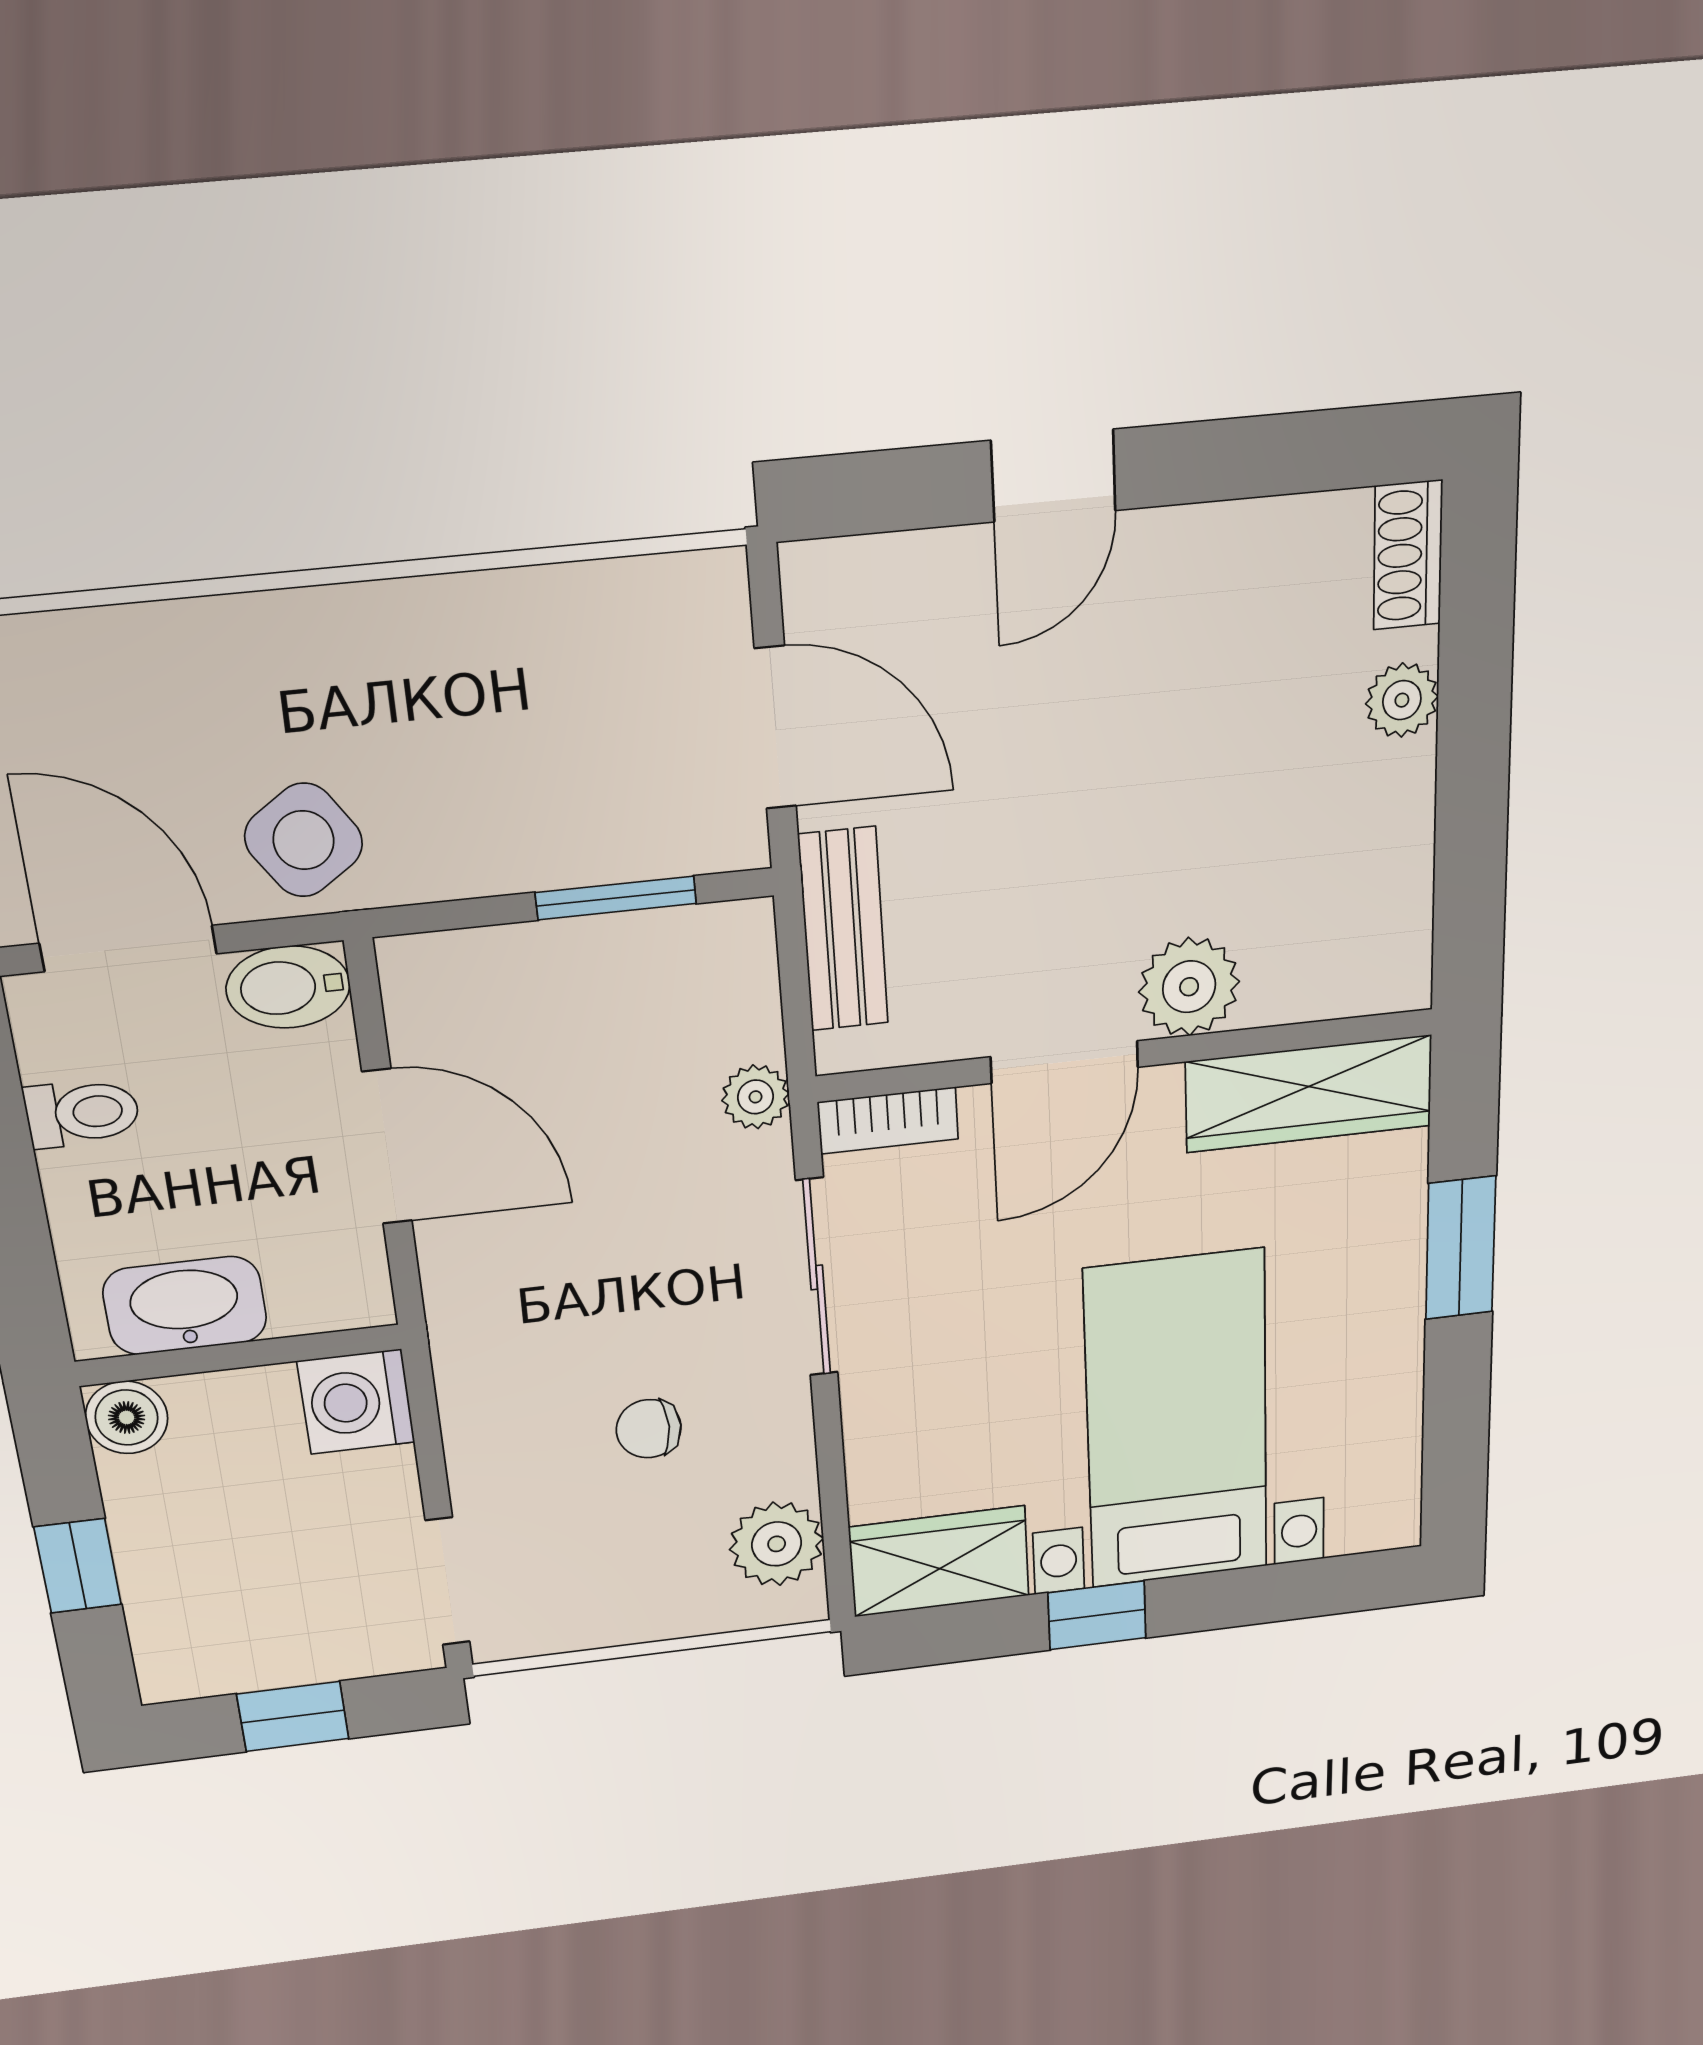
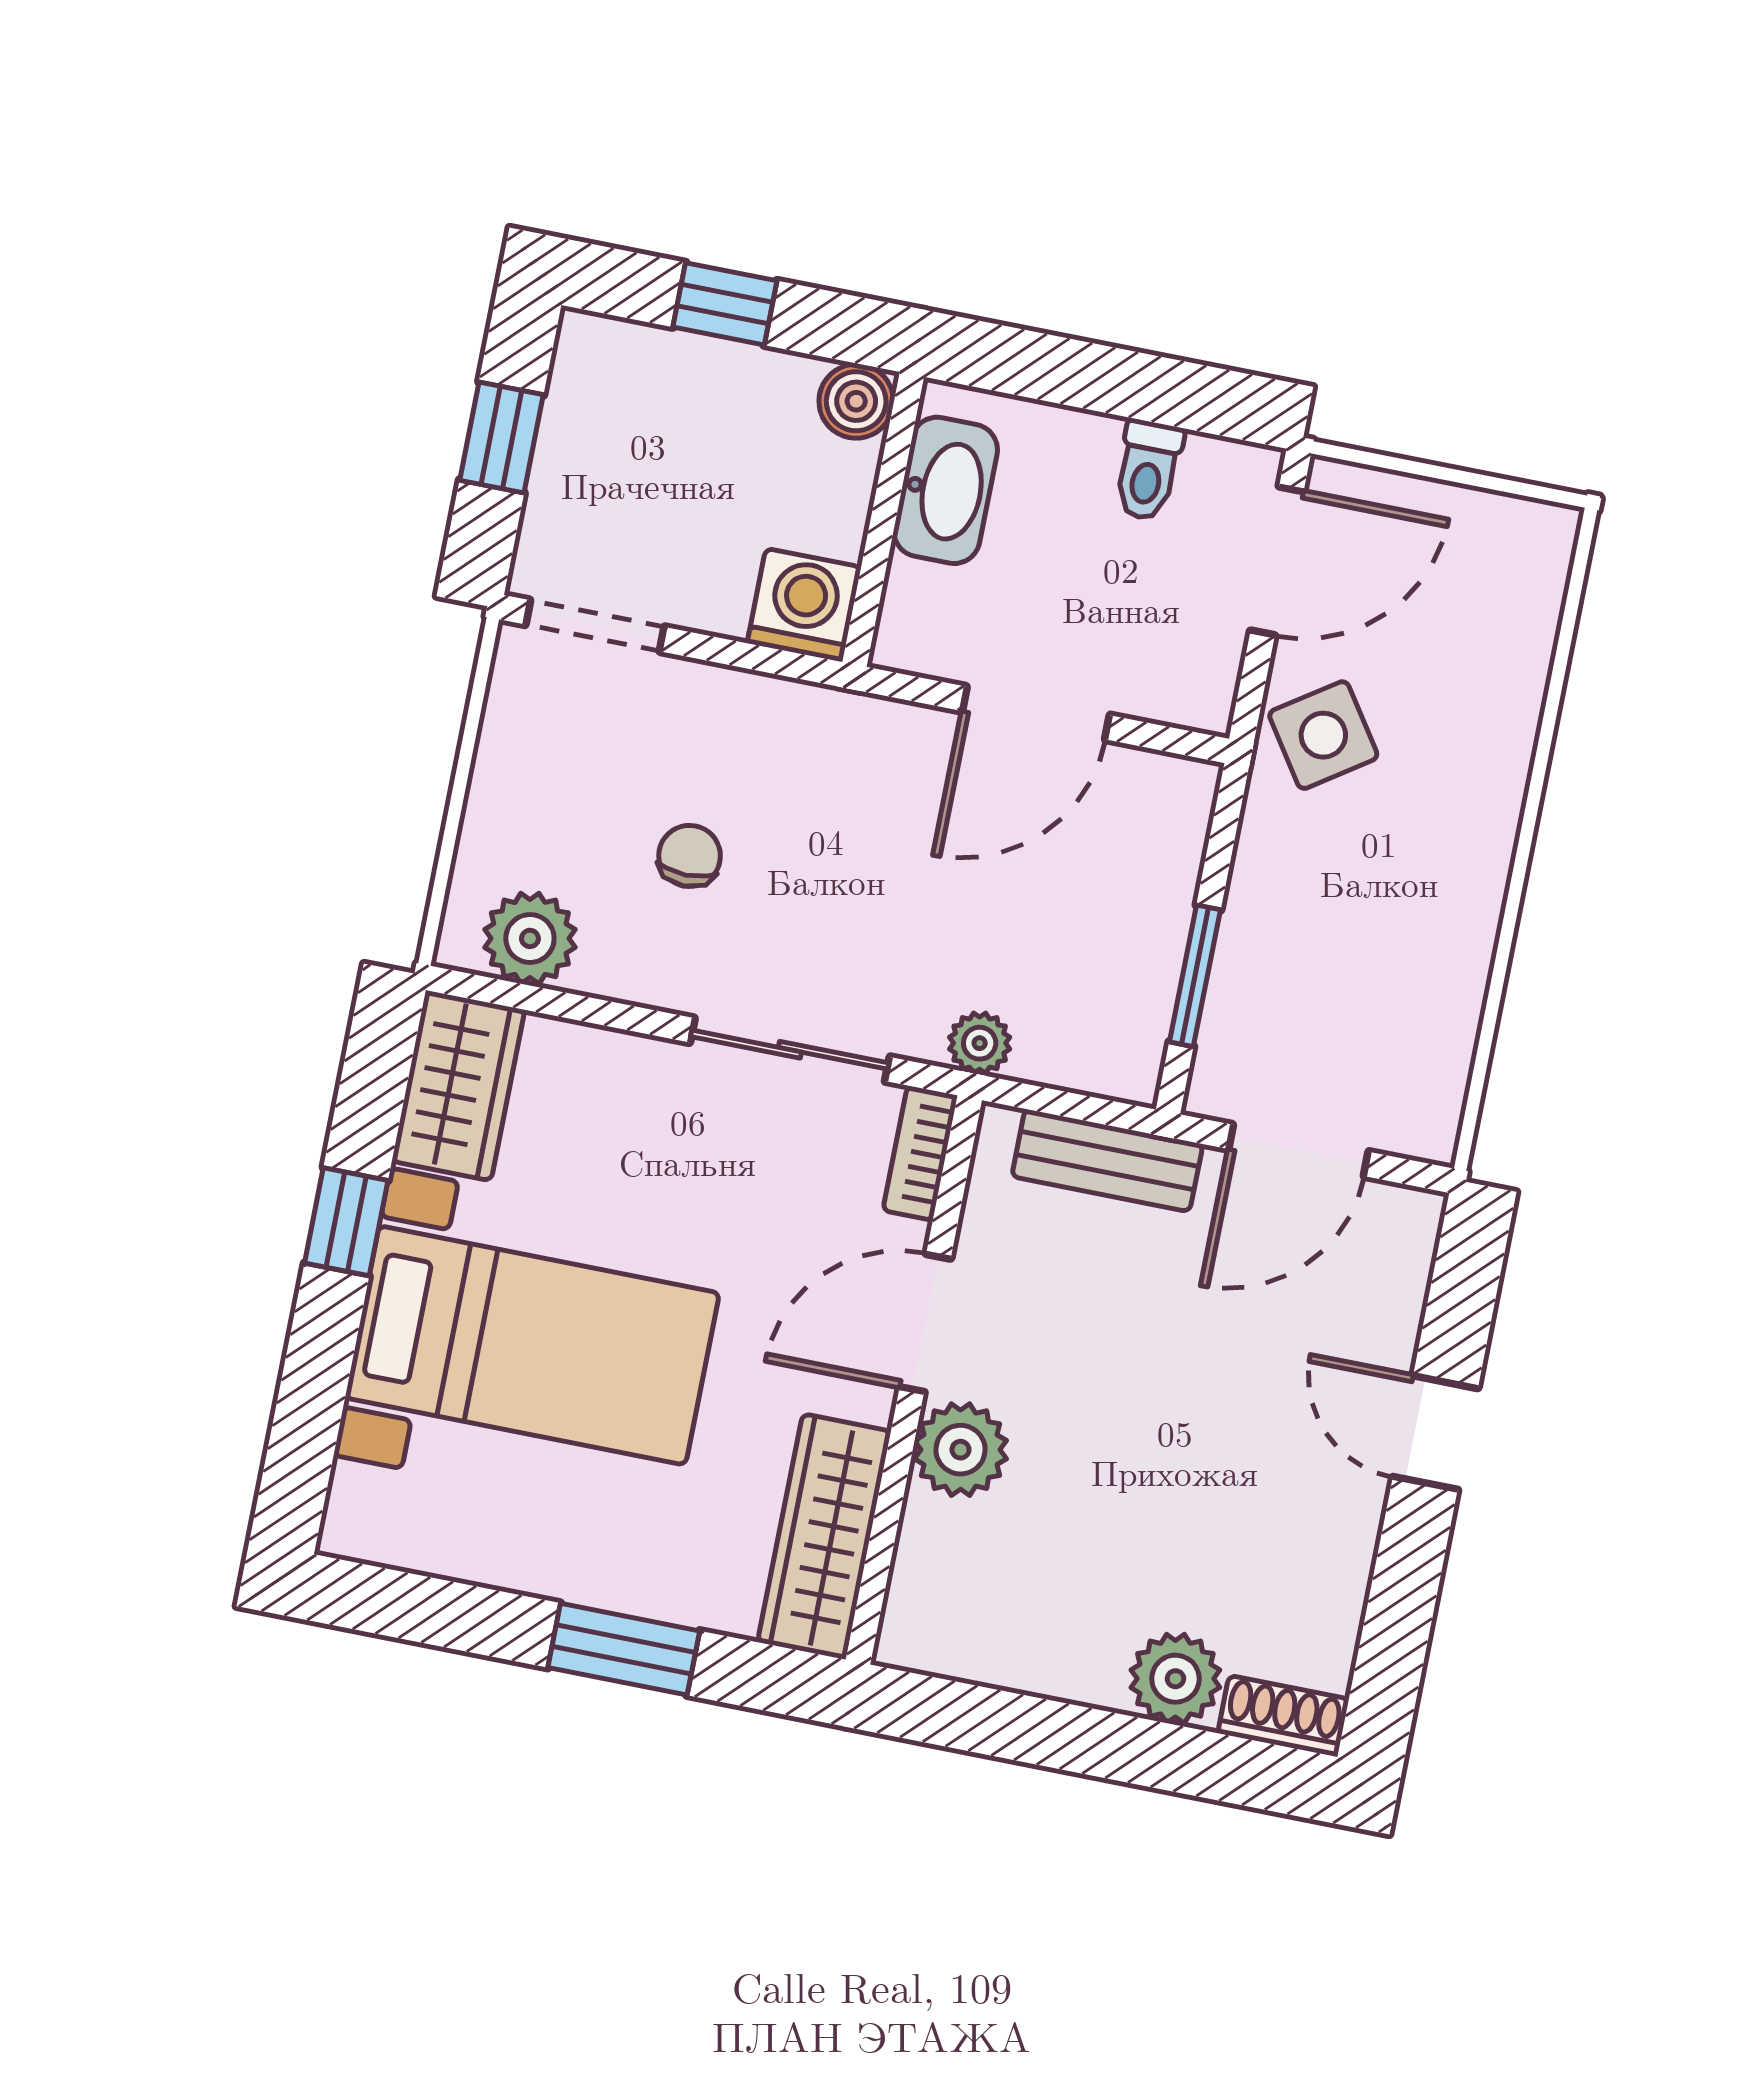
plant: (1402, 700) -> (1175, 1679), width x1.38, depth x1.38
bidet: (288, 987) -> (1203, 679), removed
door: (1064, 1062) -> (925, 1323), hinge flipped

